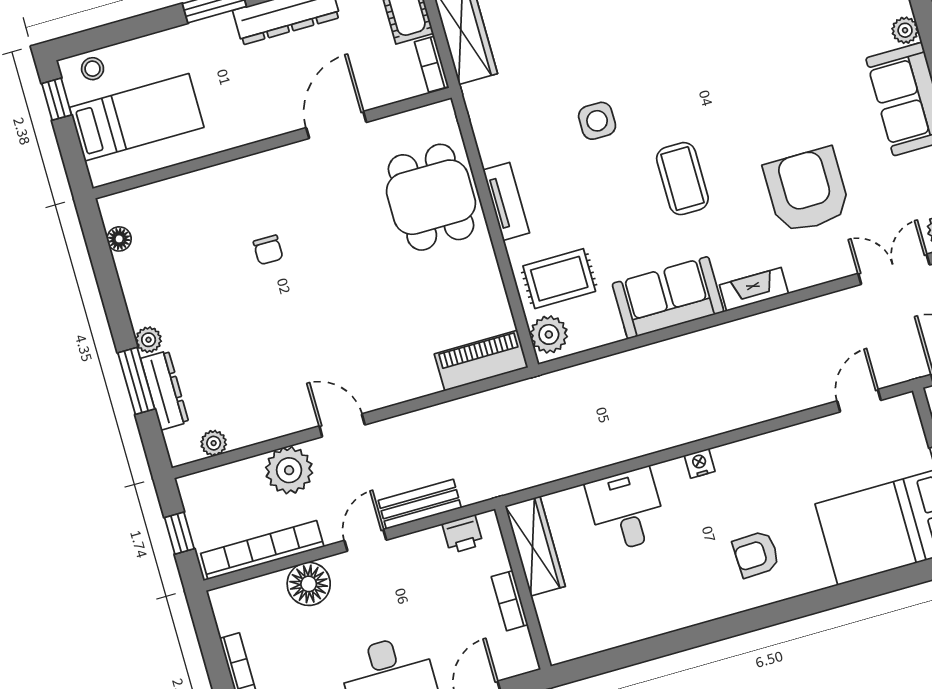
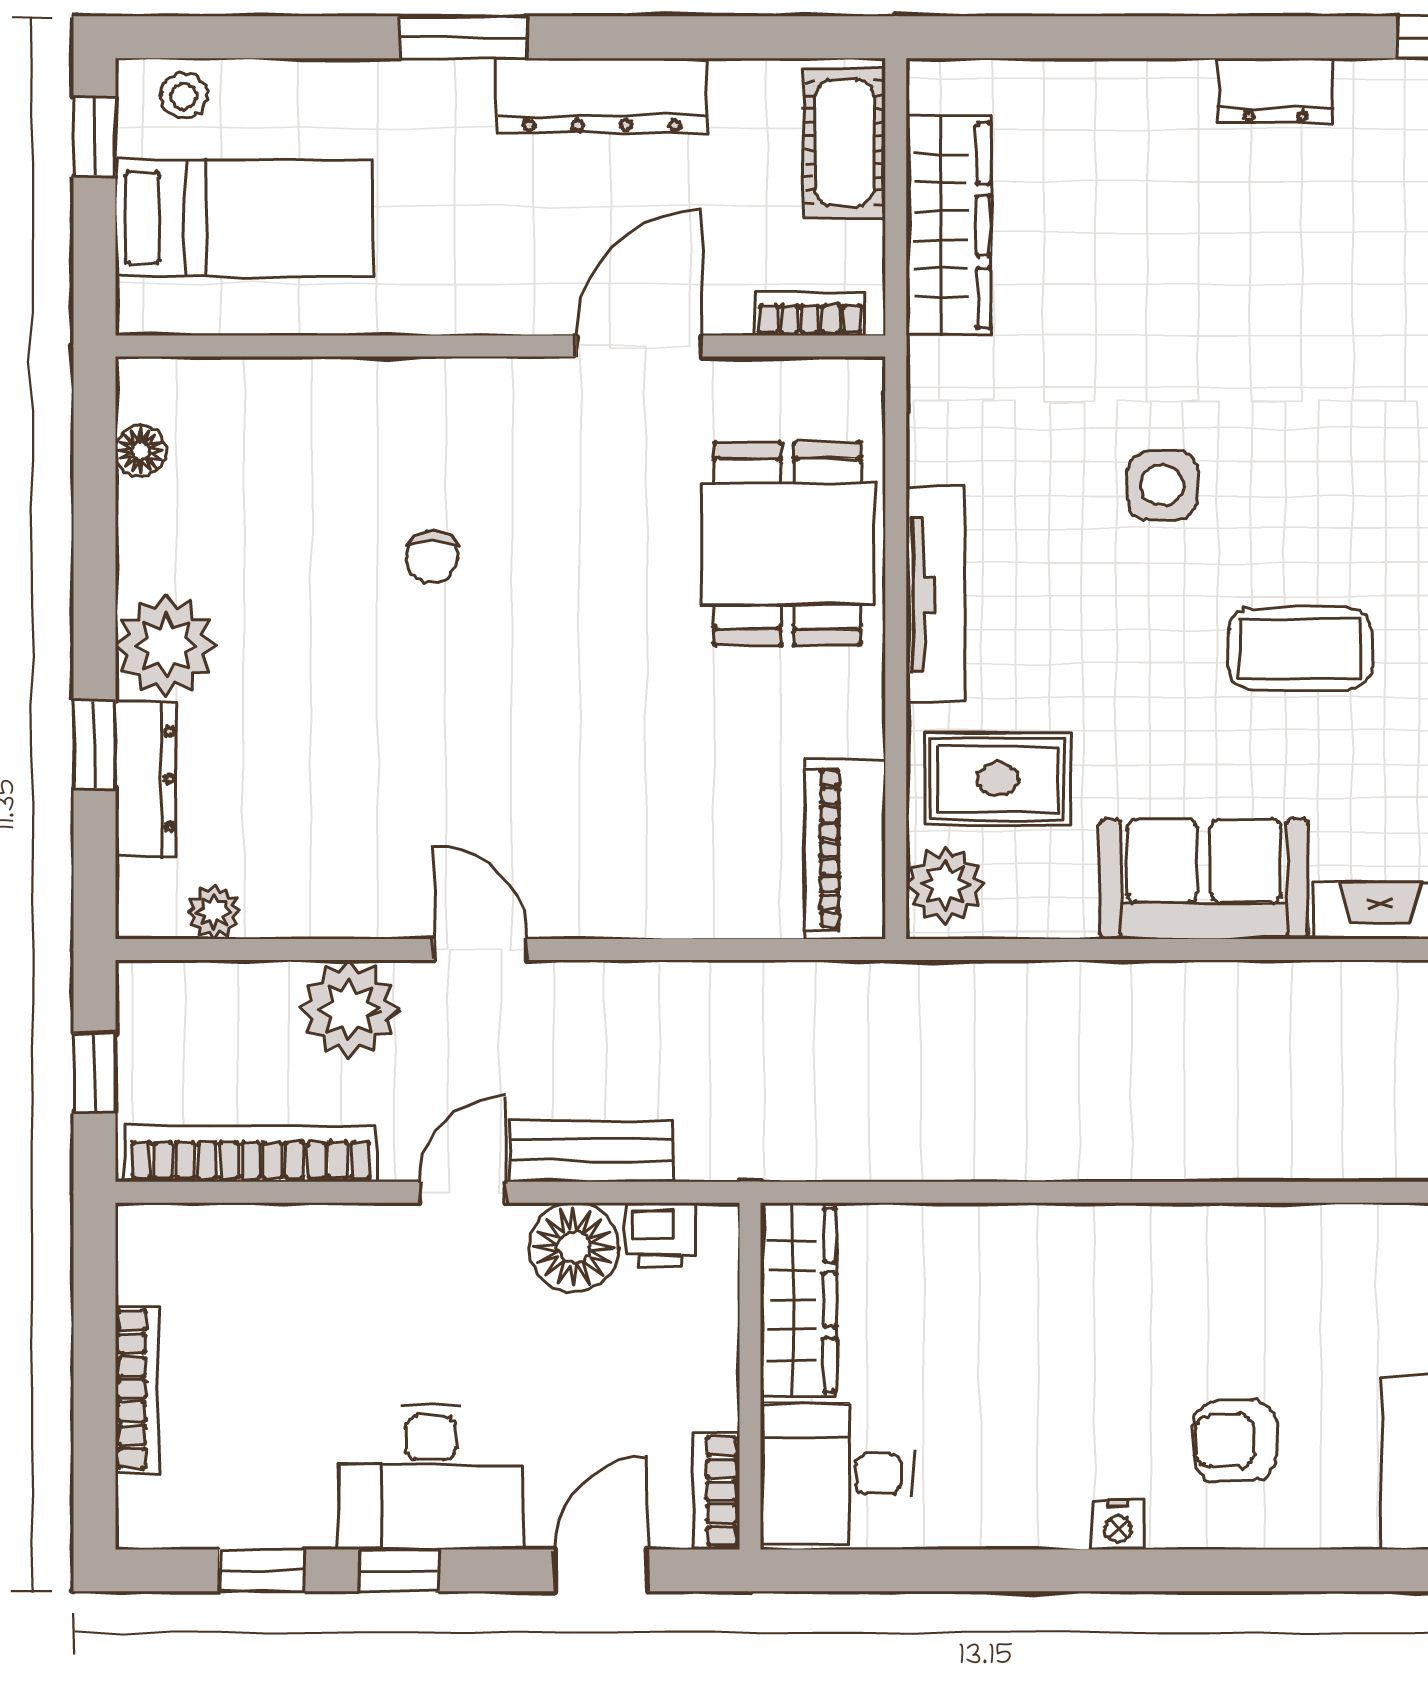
bookcase: (432, 64) -> (810, 314), moved, turned 90
coffee table: (682, 179) -> (1300, 649), turned 90
tv unit: (506, 201) -> (935, 595), width x1.41
plant: (149, 340) -> (166, 645), width x1.88, depth x1.88
piano: (481, 361) -> (845, 849), moved, turned -90
window: (136, 381) -> (95, 744), width x0.67
nightstand: (700, 463) -> (1118, 1525), moved, turned 180
desk: (626, 510) -> (837, 1474), moved, turned -90
floor lamp: (309, 584) -> (574, 1247), moved
bookcase: (510, 601) -> (716, 1491), moved

